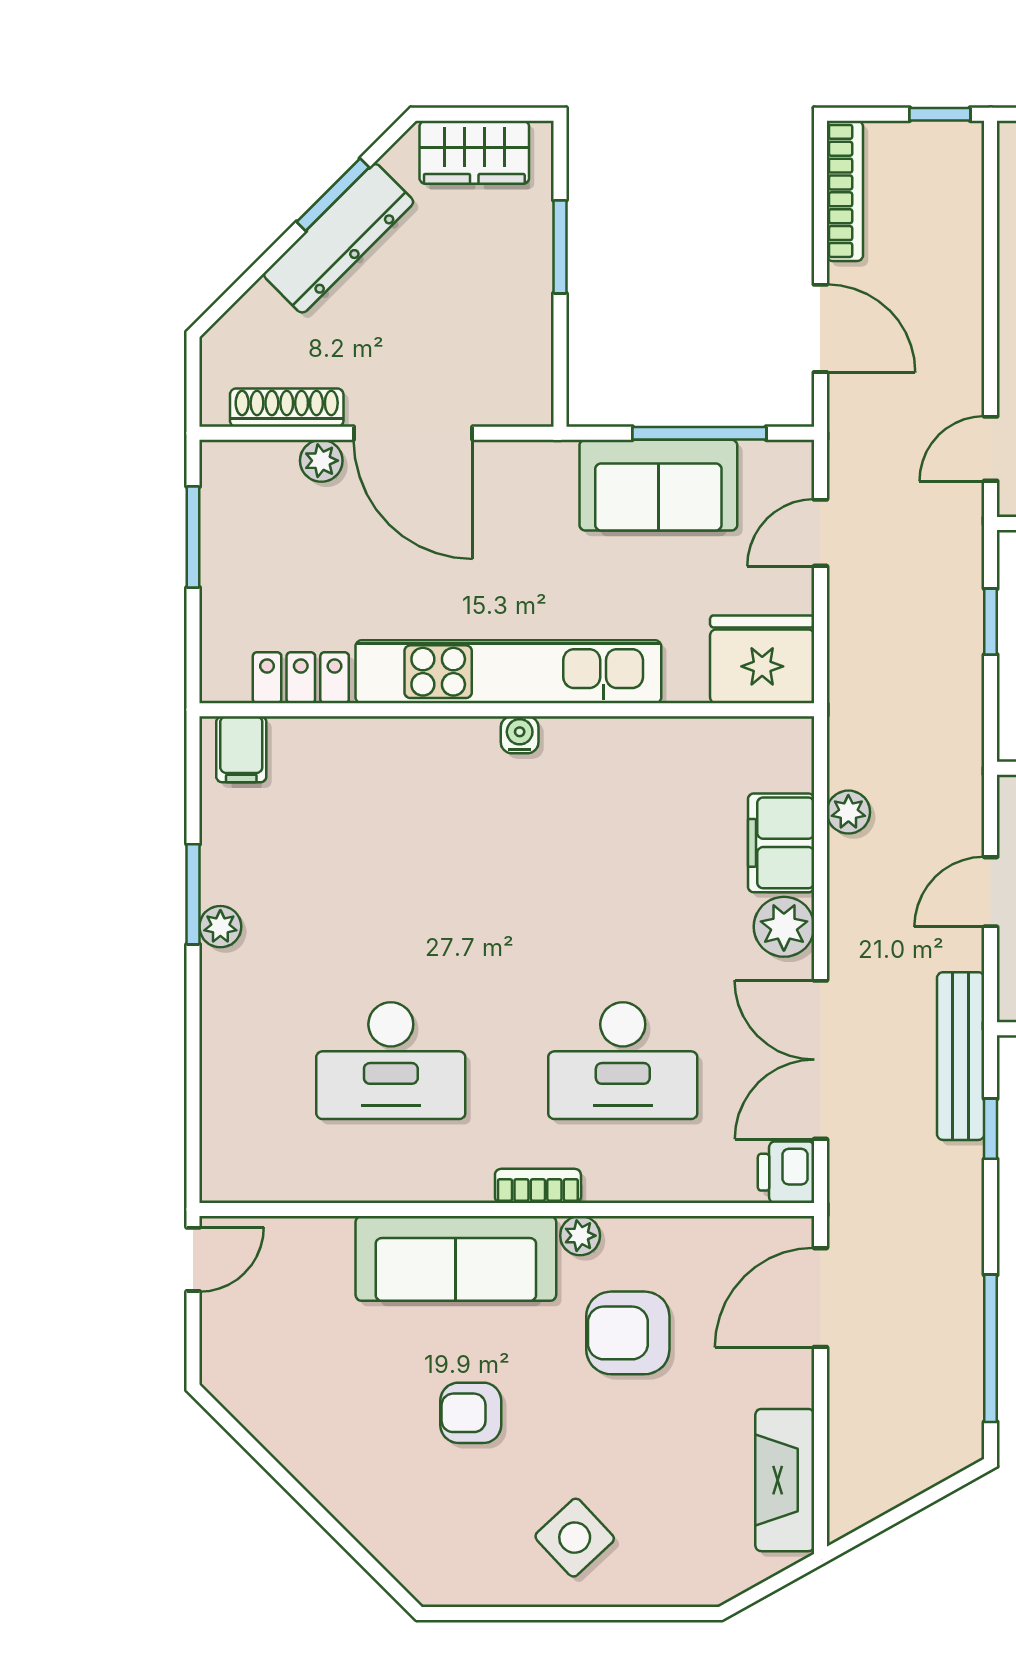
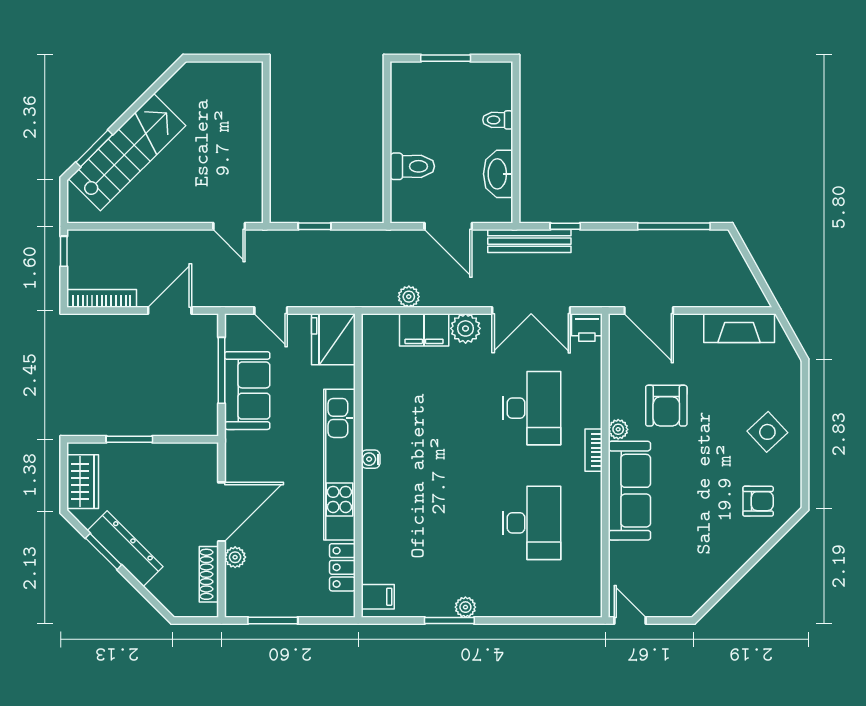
door: (991, 892) -> (448, 226), width x1.38
armchair: (471, 1413) -> (758, 501), moved, turned -90

